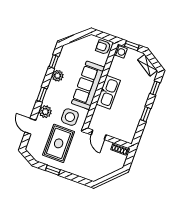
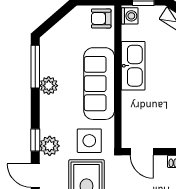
window: (54, 62) -> (35, 67), width x2.17
kitchen sink: (108, 92) -> (133, 66), moved
window: (42, 95) -> (35, 140), moved

